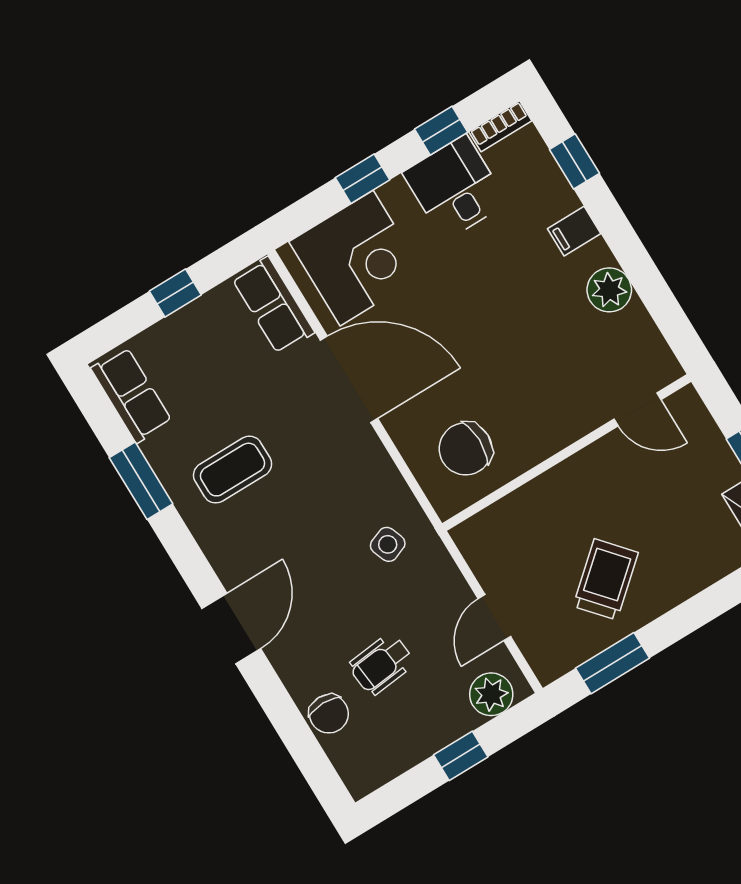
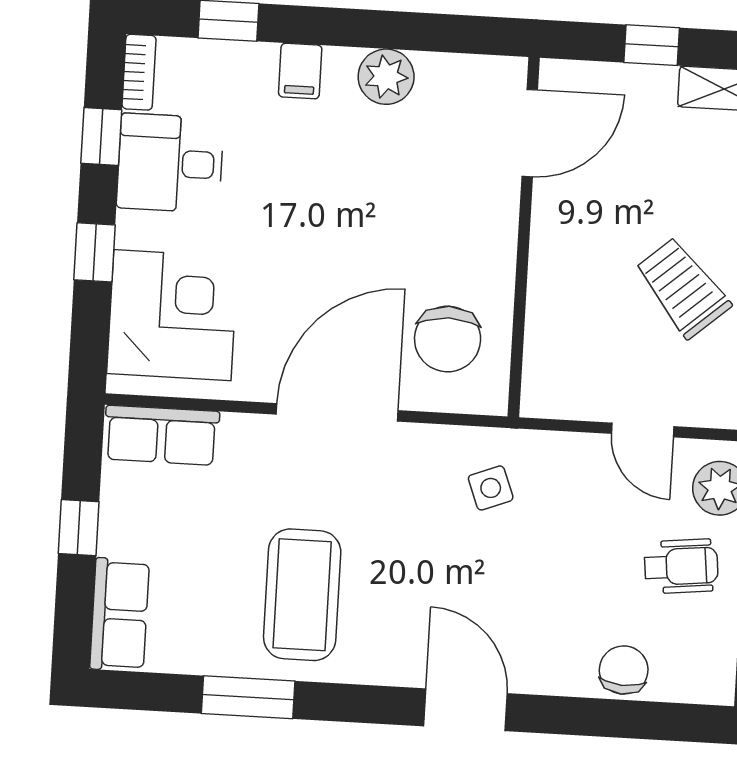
door: (349, 379) -> (337, 412), moved
row of seats: (131, 395) -> (120, 615), moved, turned 90
door: (637, 409) -> (530, 133), width x1.37
coffee table: (233, 470) -> (302, 595), width x1.36, depth x1.32
wheelchair: (381, 664) -> (681, 566), moved, turned -90
chair: (329, 714) -> (624, 670), turned -87

